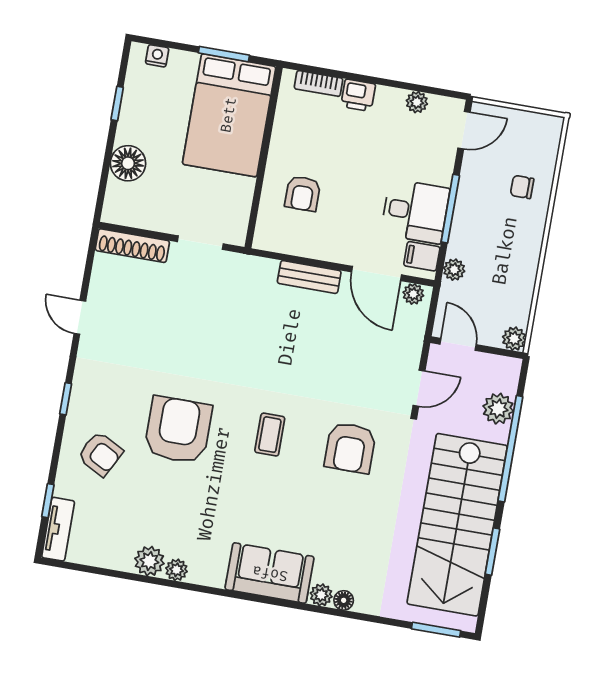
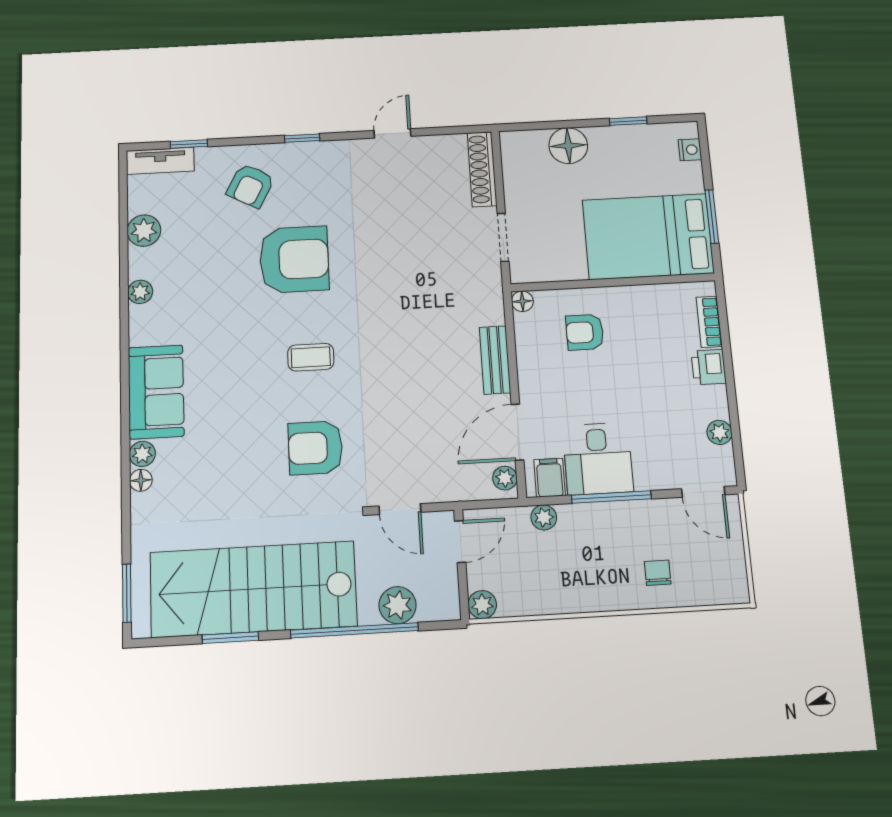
floor lamp: (262, 240) -> (522, 301), added
plant: (149, 561) -> (144, 231), moved

